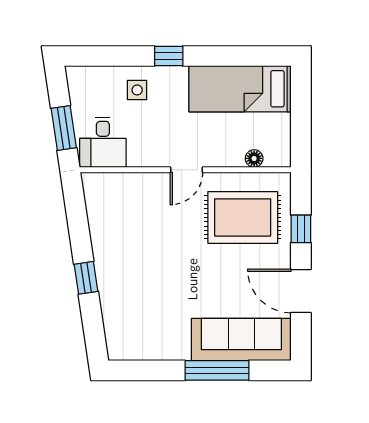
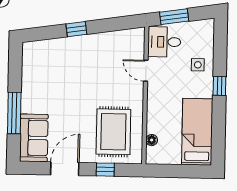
door: (186, 170) -> (146, 71), moved
sofa: (241, 340) -> (34, 138), width x0.73

